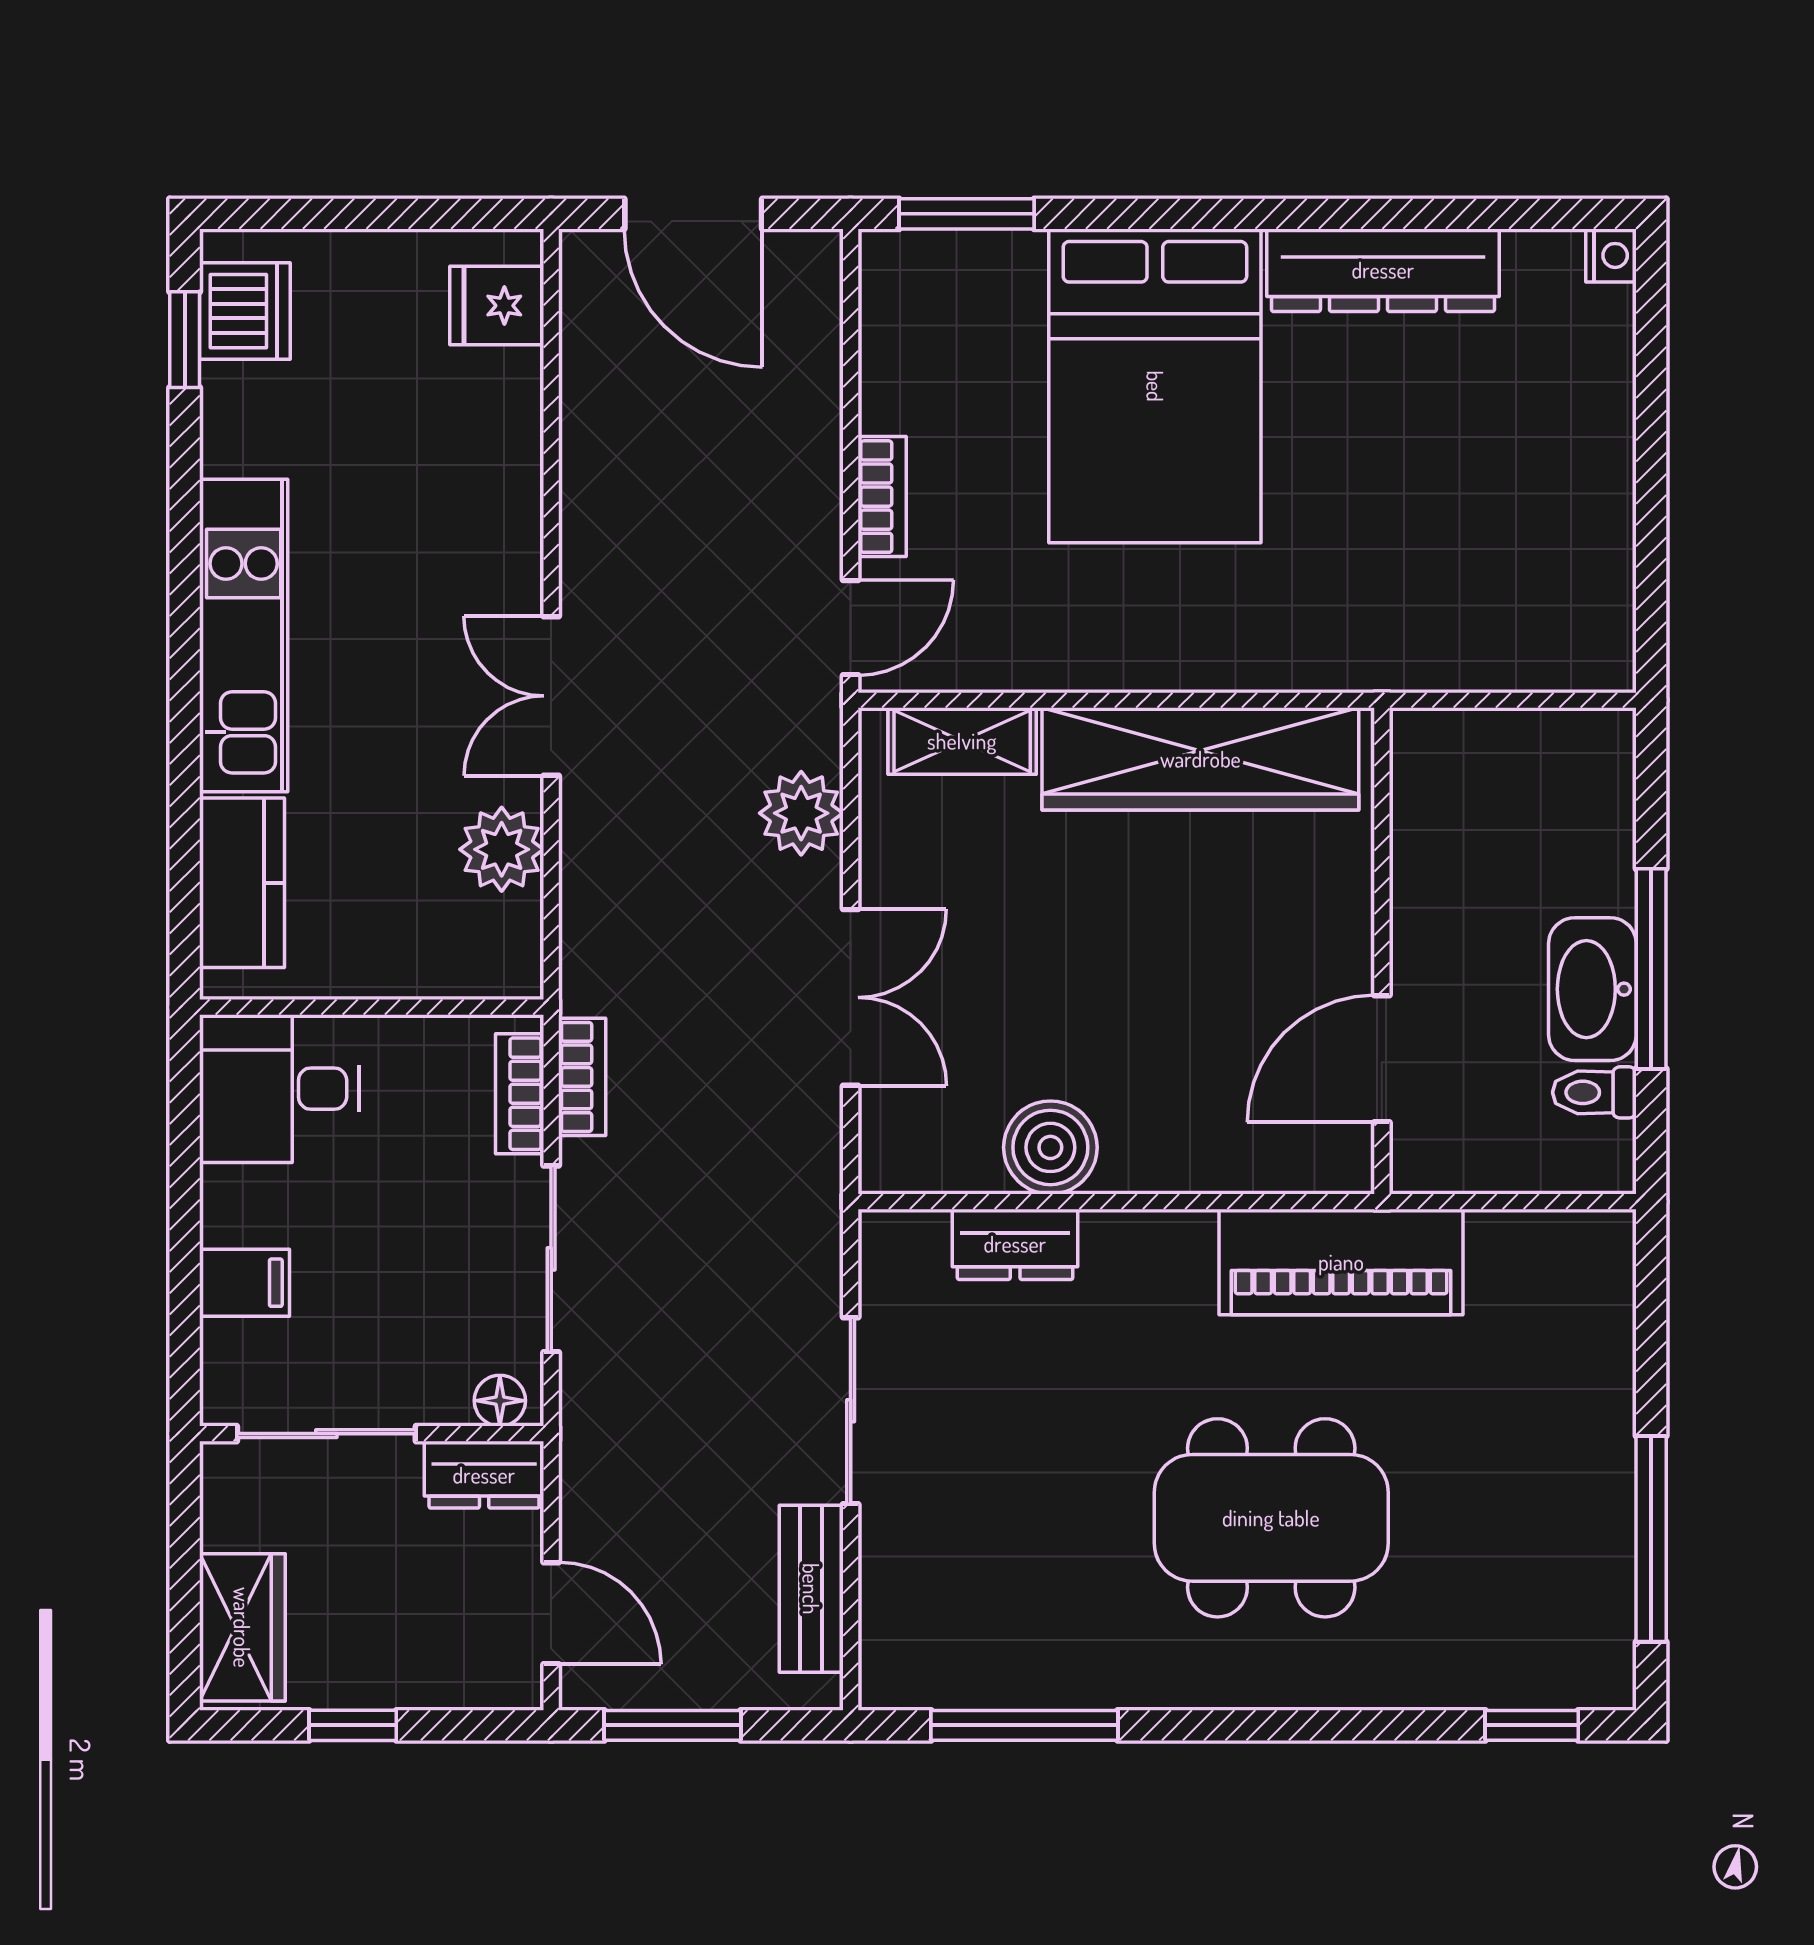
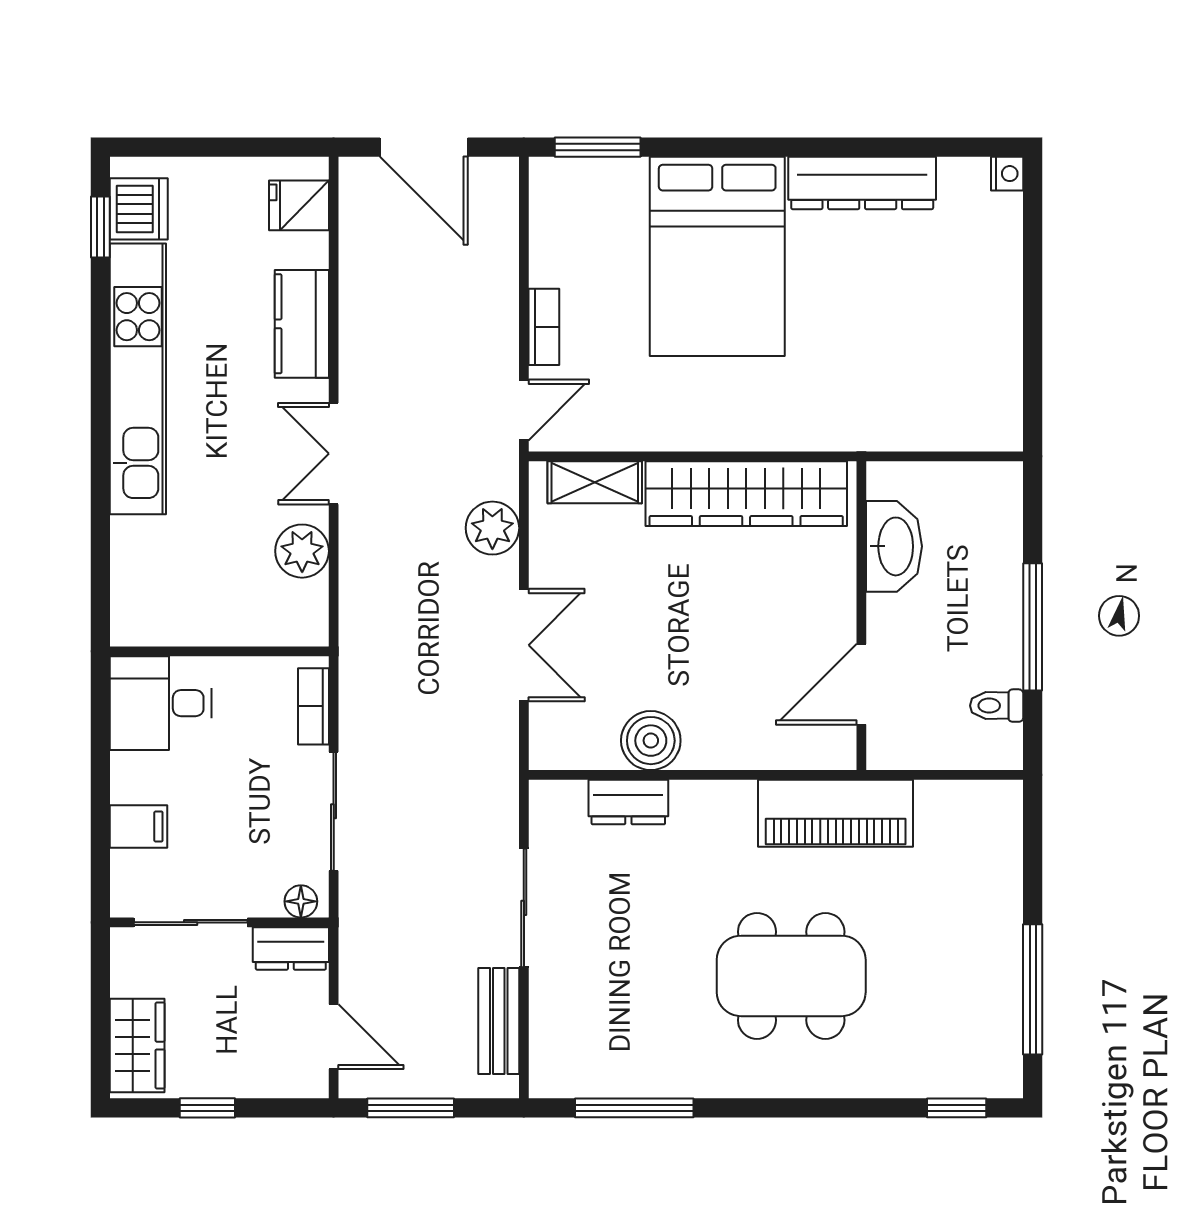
kitchen unit: (244, 635) -> (138, 379), width x1.36
kitchen counter: (242, 883) -> (302, 324), moved, turned 180
washbasin: (1592, 989) -> (894, 546), moved, turned 180
bookcase: (582, 1077) -> (353, 696), removed

